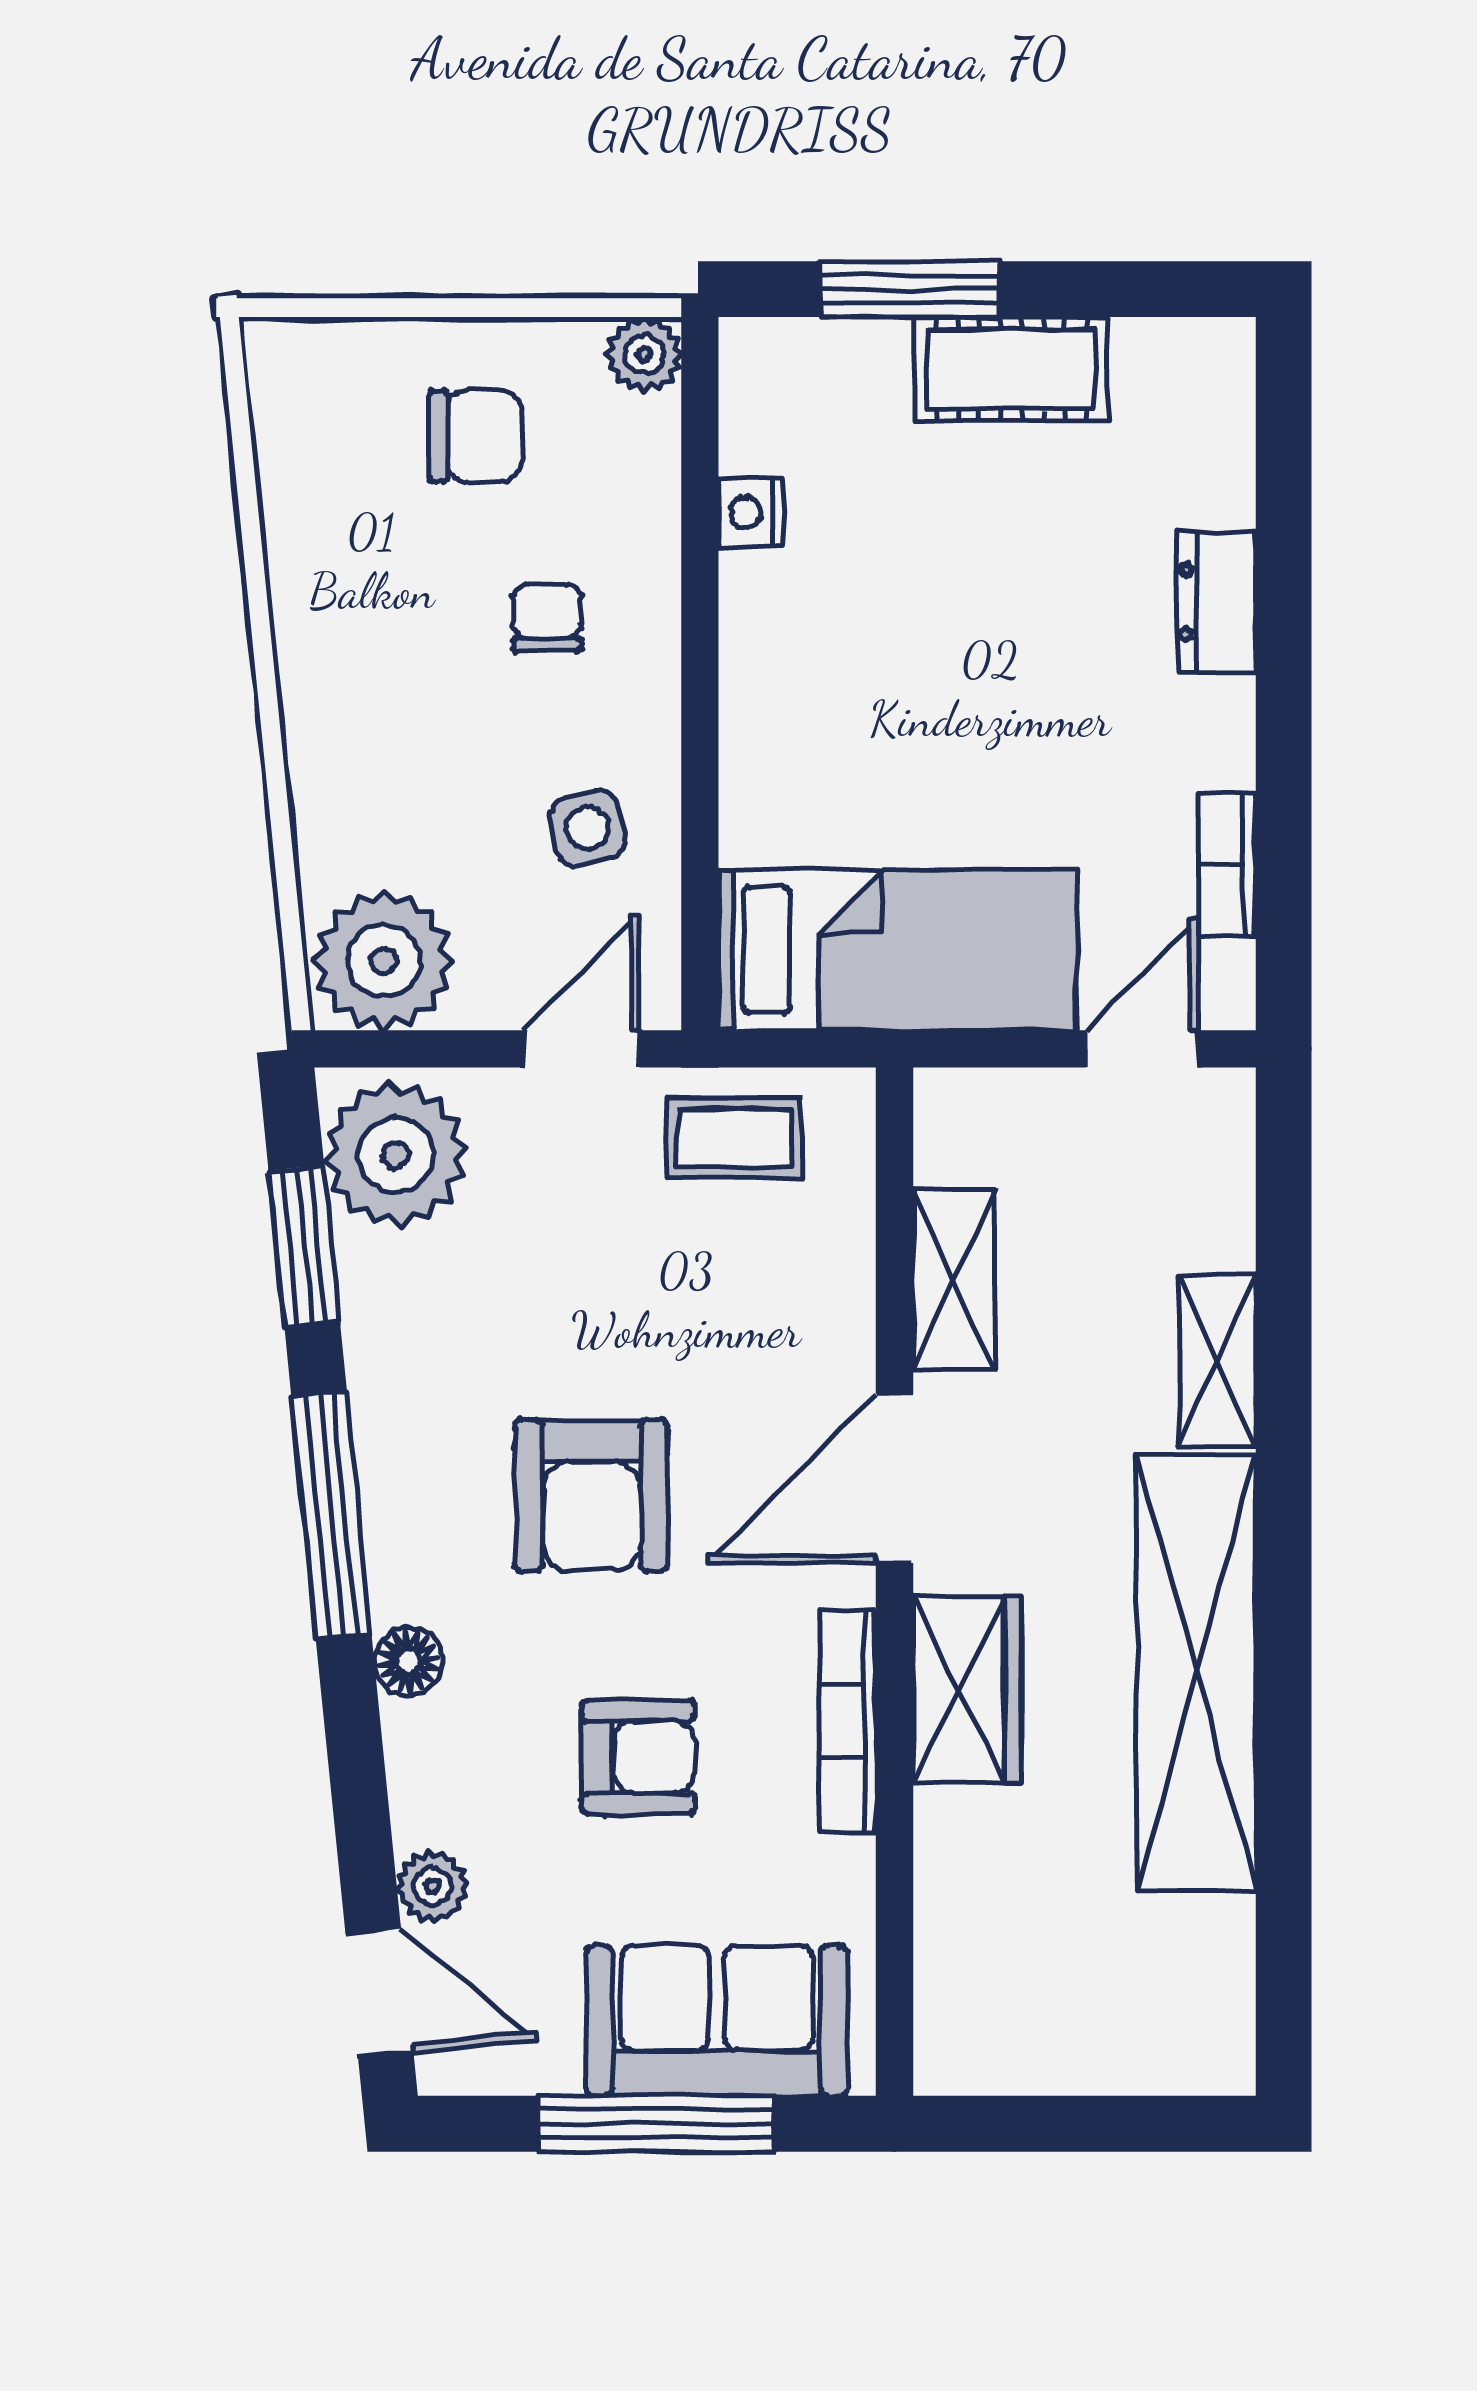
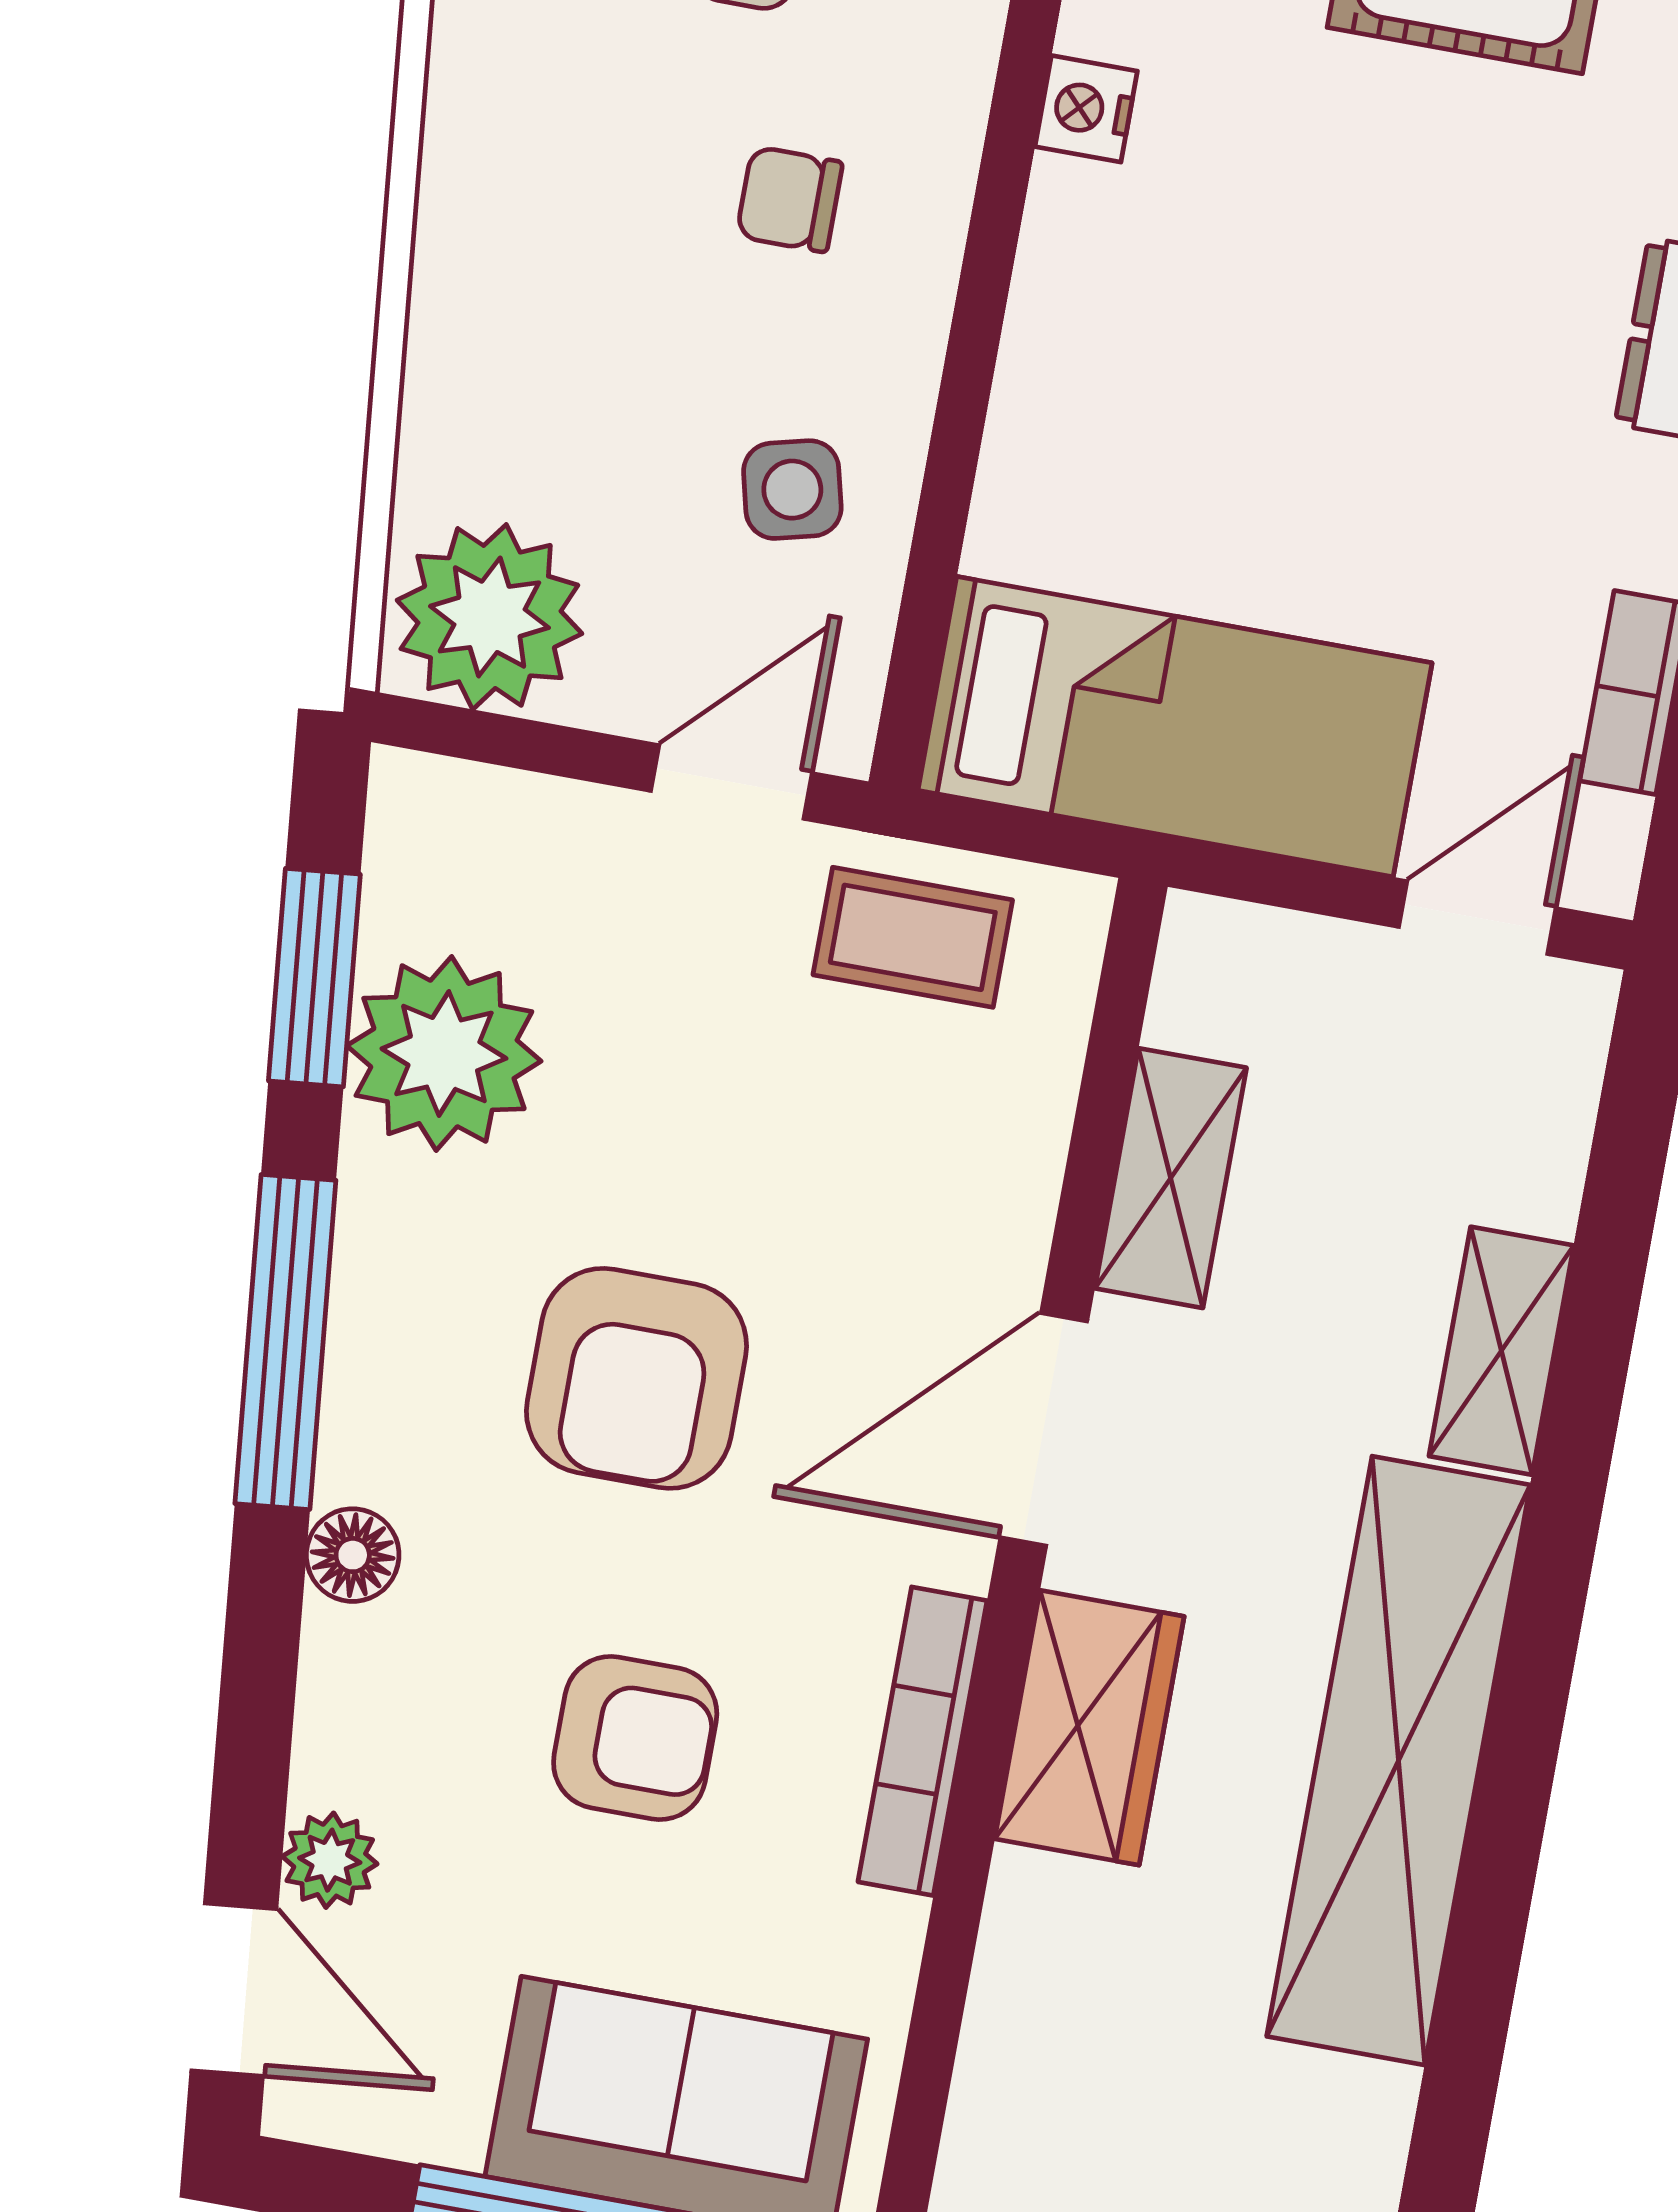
chair: (547, 617) -> (789, 199), turned -90
plant: (395, 1155) -> (444, 1053), moved

